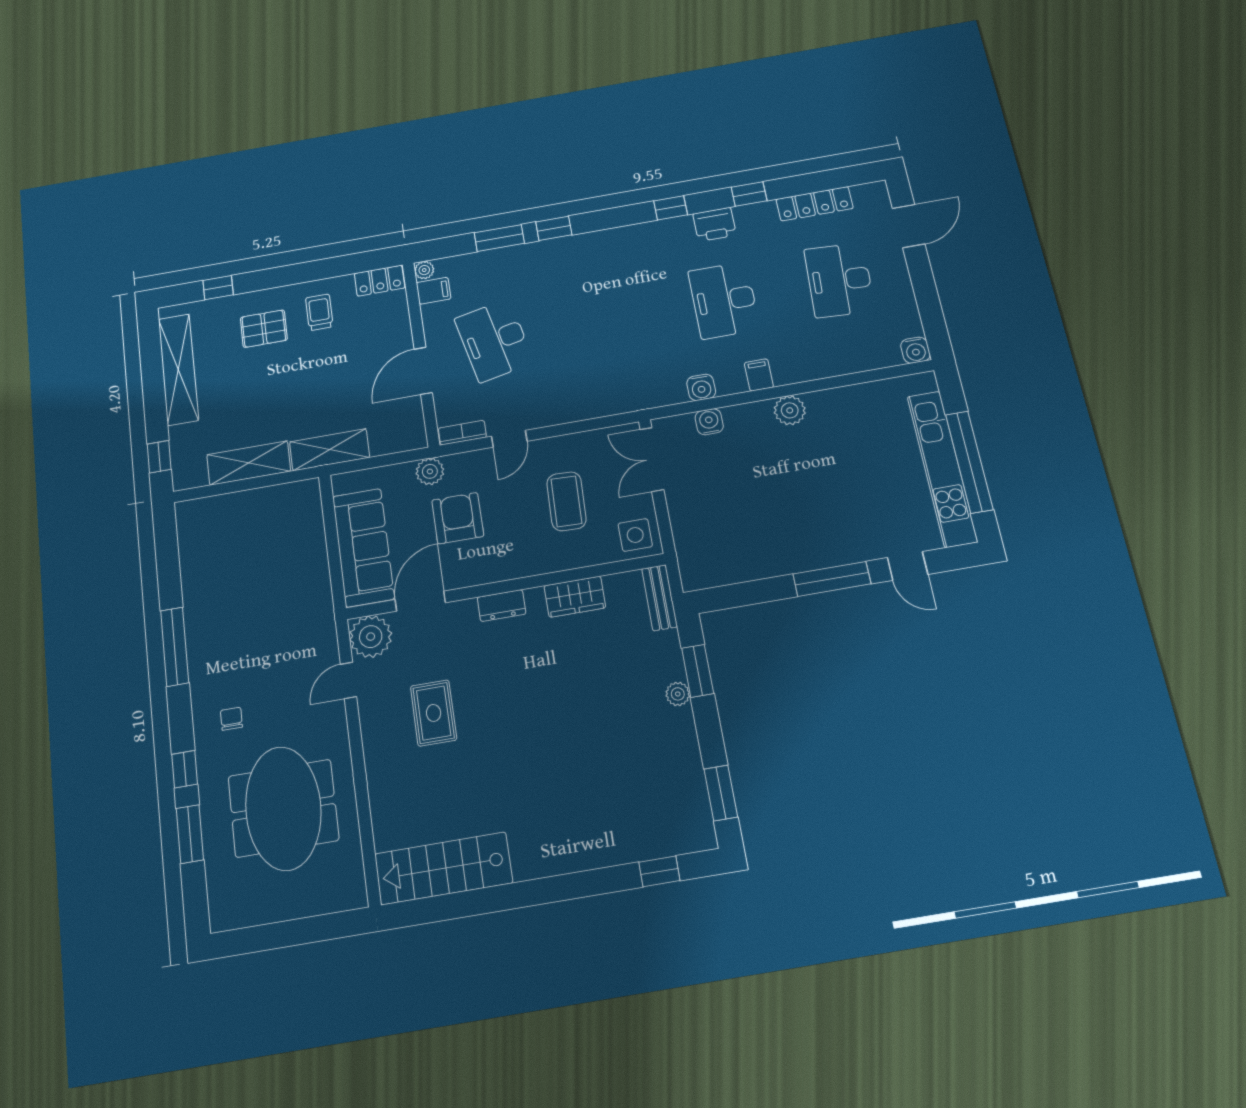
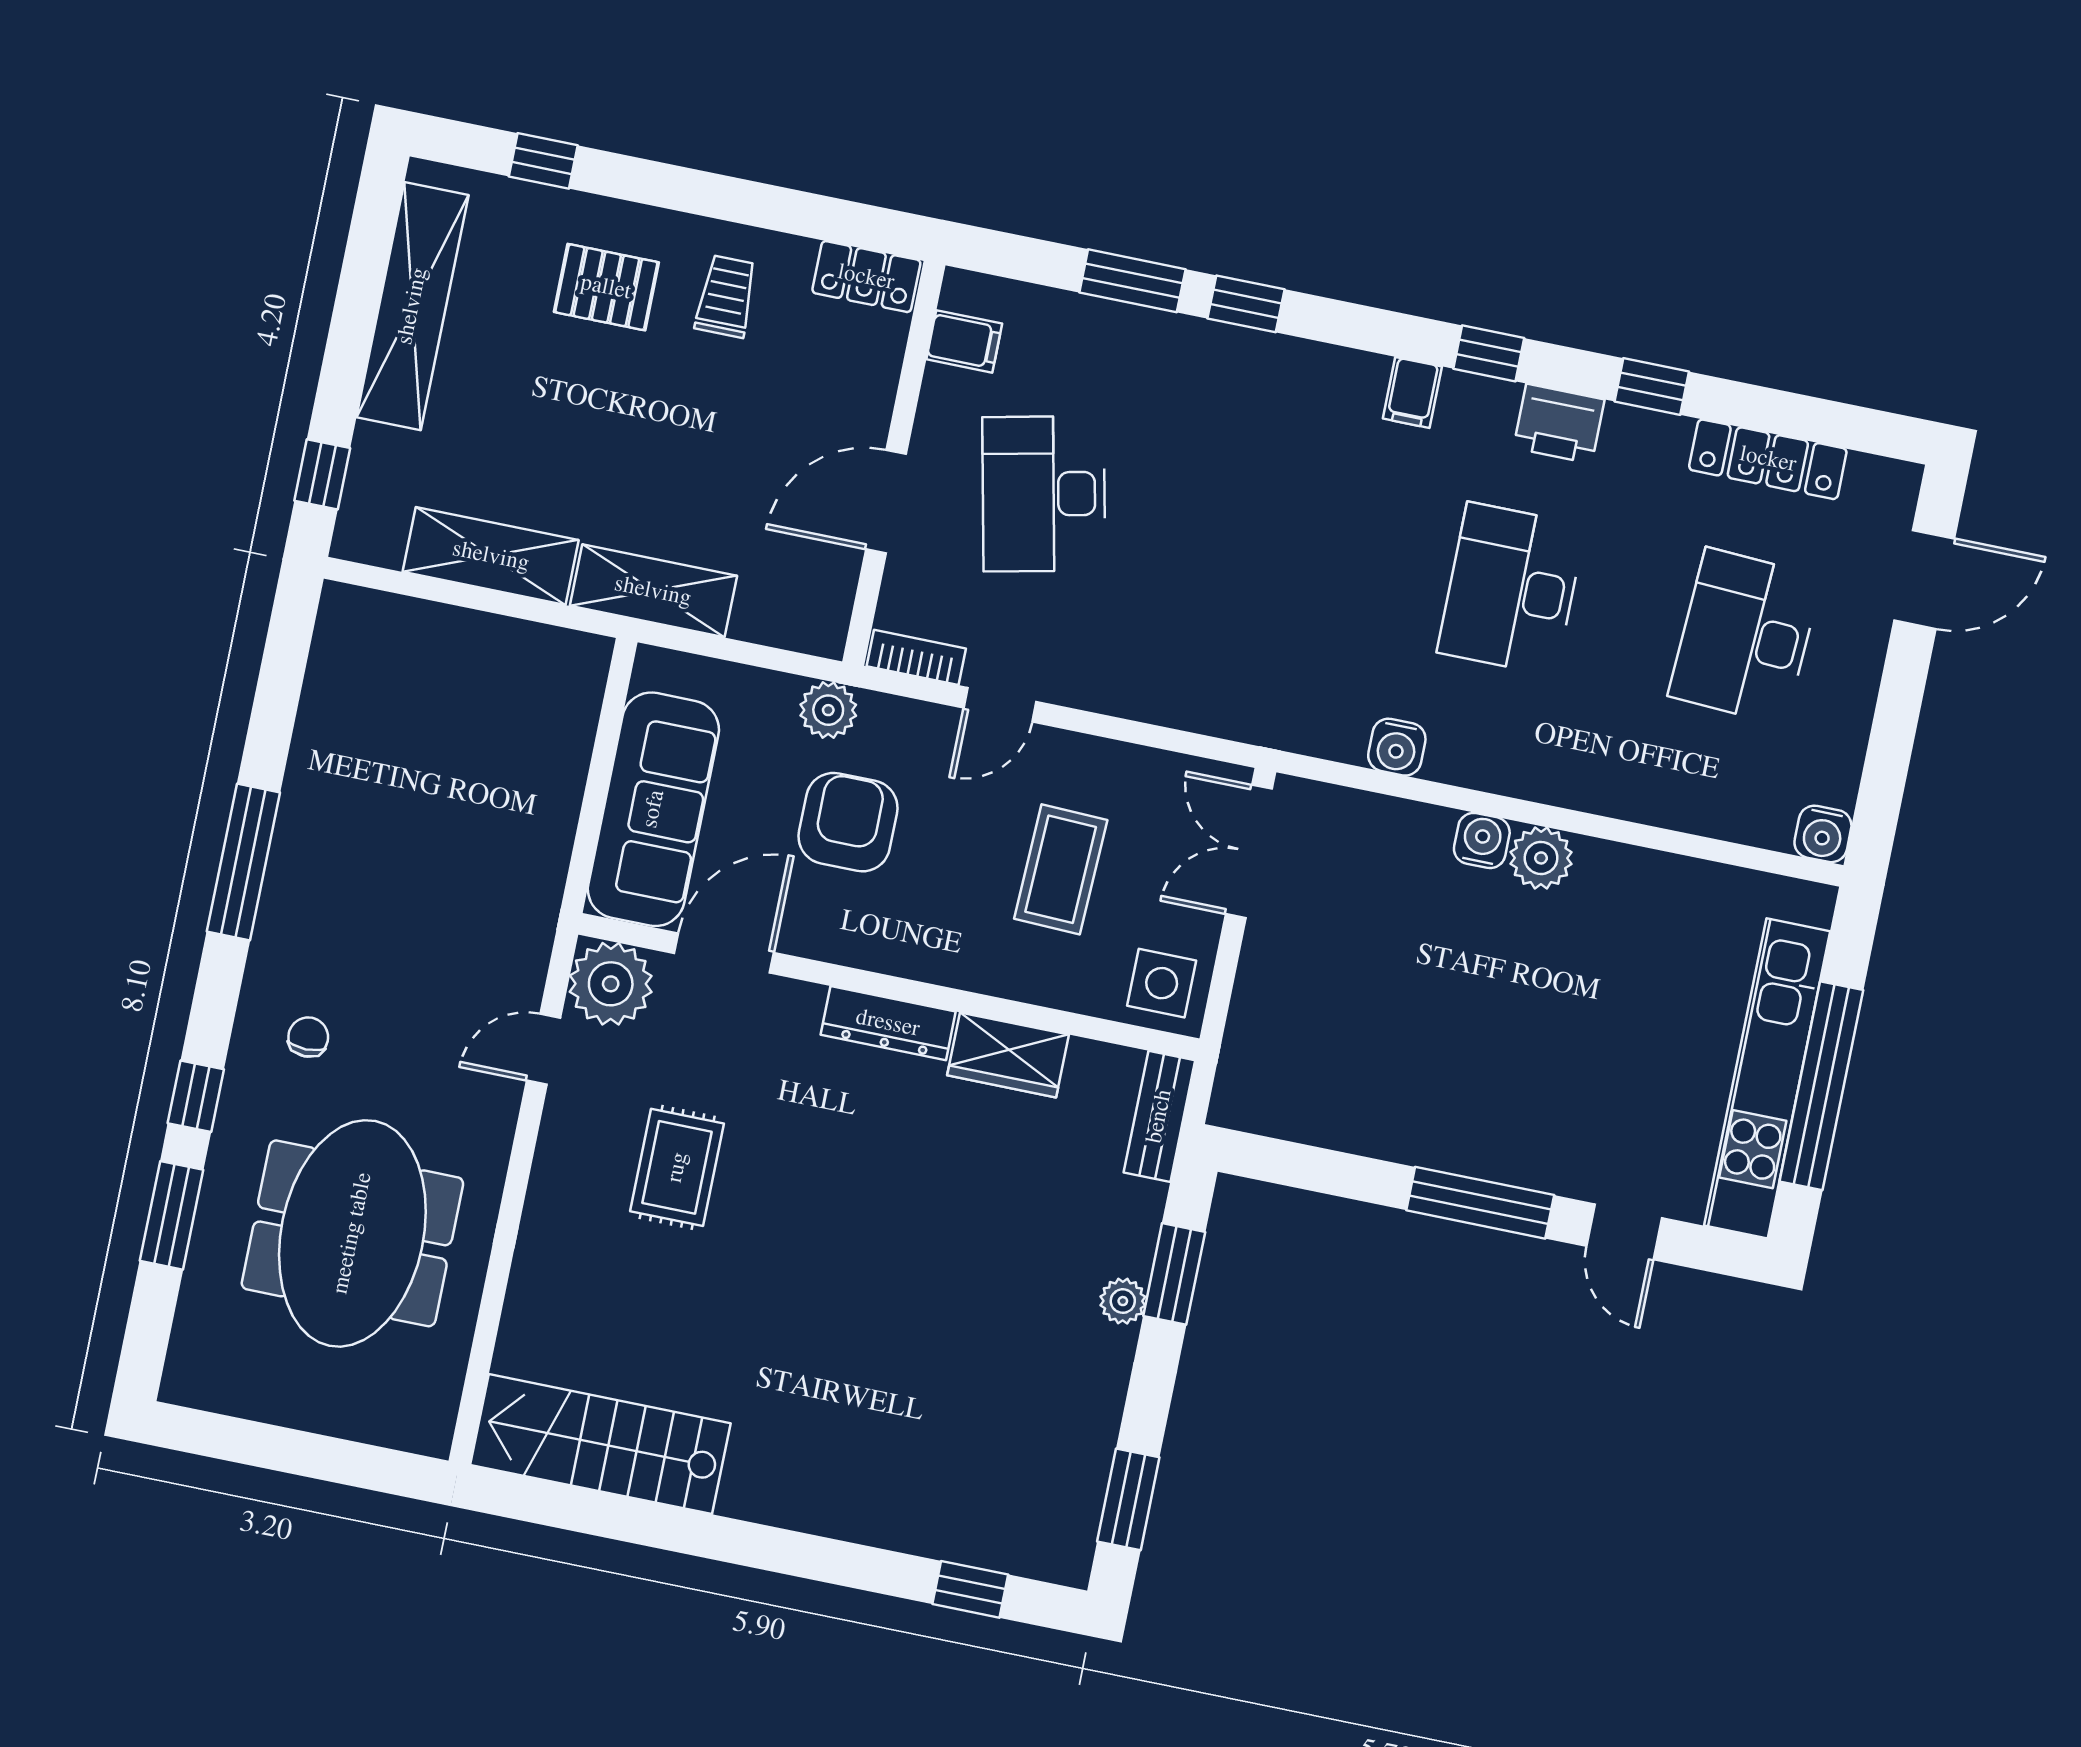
plant: (424, 270) -> (962, 290), removed
filing cabinet: (759, 375) -> (1412, 393), moved, turned 180
water cooler: (709, 422) -> (1482, 840), moved
dresser: (502, 606) -> (888, 1023), width x1.44

